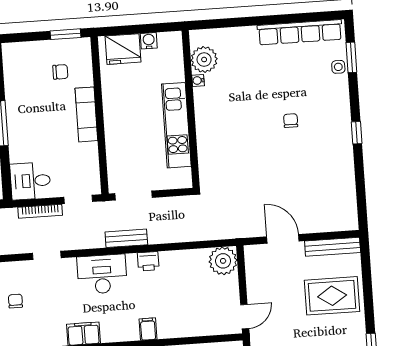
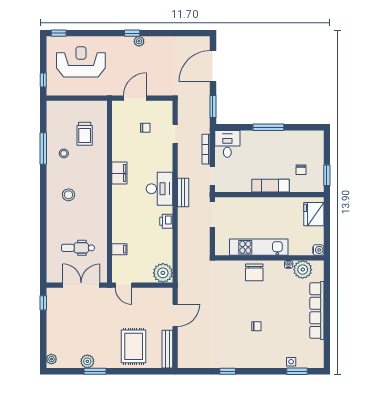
row of seats: (300, 32) -> (317, 311), moved
water cooler: (149, 41) -> (318, 250), moved
chair: (213, 129) -> (254, 272), added
window: (357, 133) -> (228, 371), moved
bench: (126, 238) -> (183, 193), moved
doorway: (47, 255) -> (175, 134), moved
filing cabinet: (148, 329) -> (119, 249), moved

